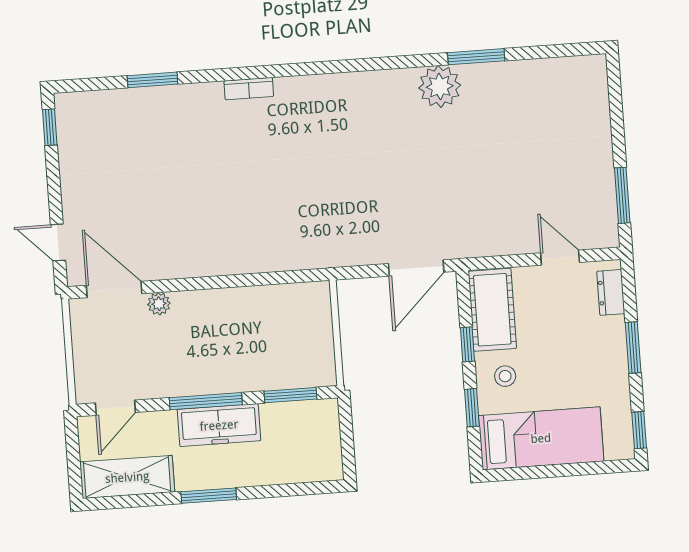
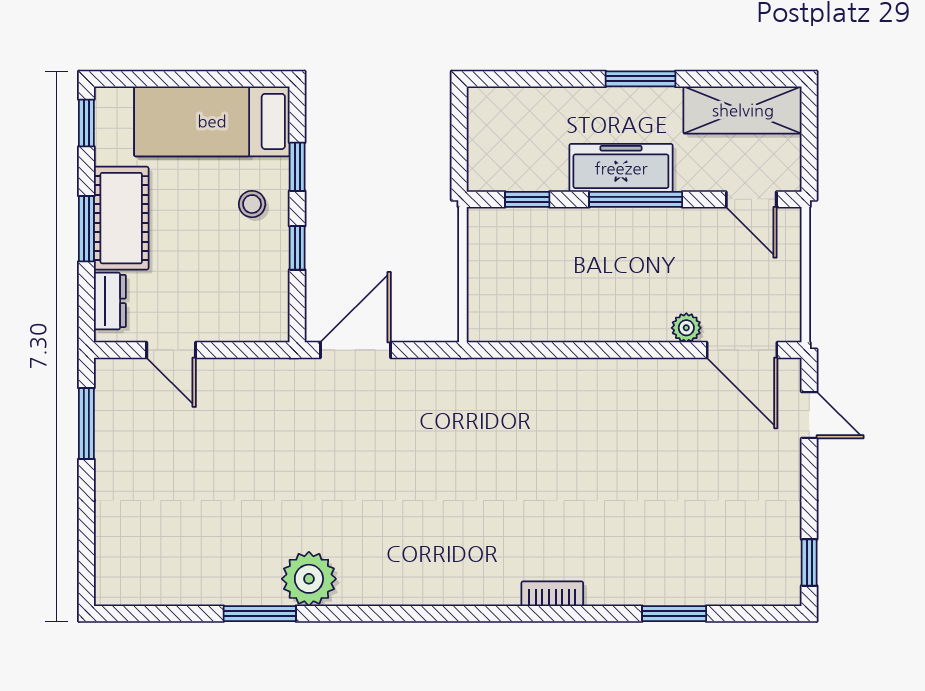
cot: (492, 310) -> (121, 218), moved
window: (290, 395) -> (527, 199), width x0.67
door: (115, 408) -> (751, 199), swing flipped

